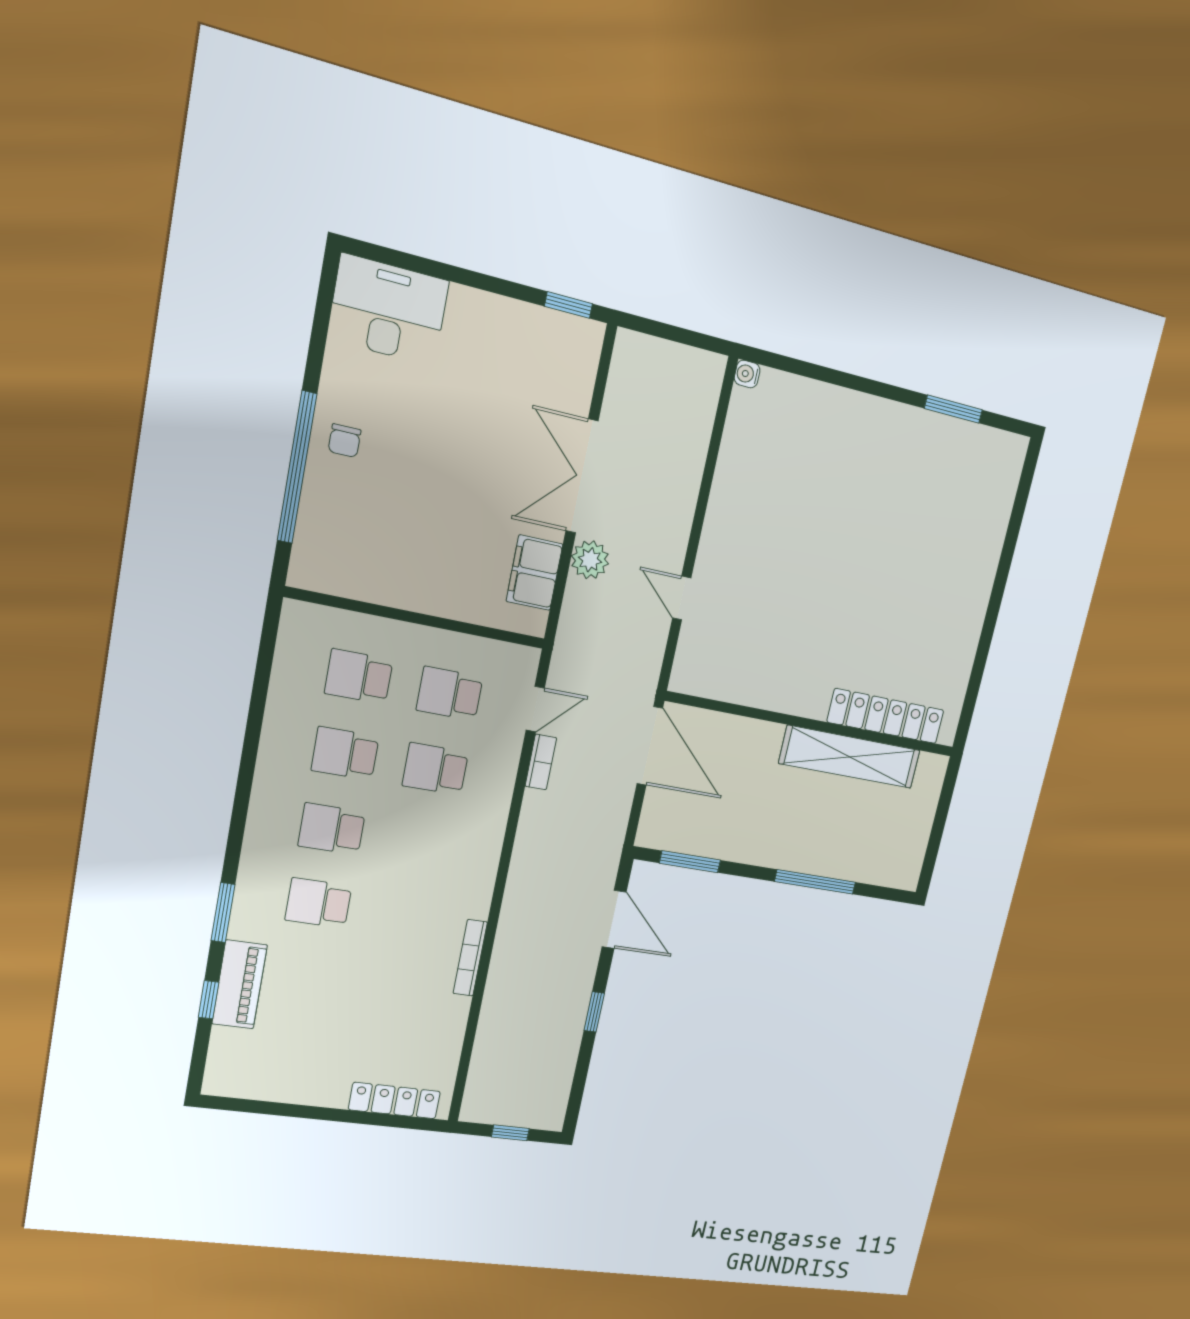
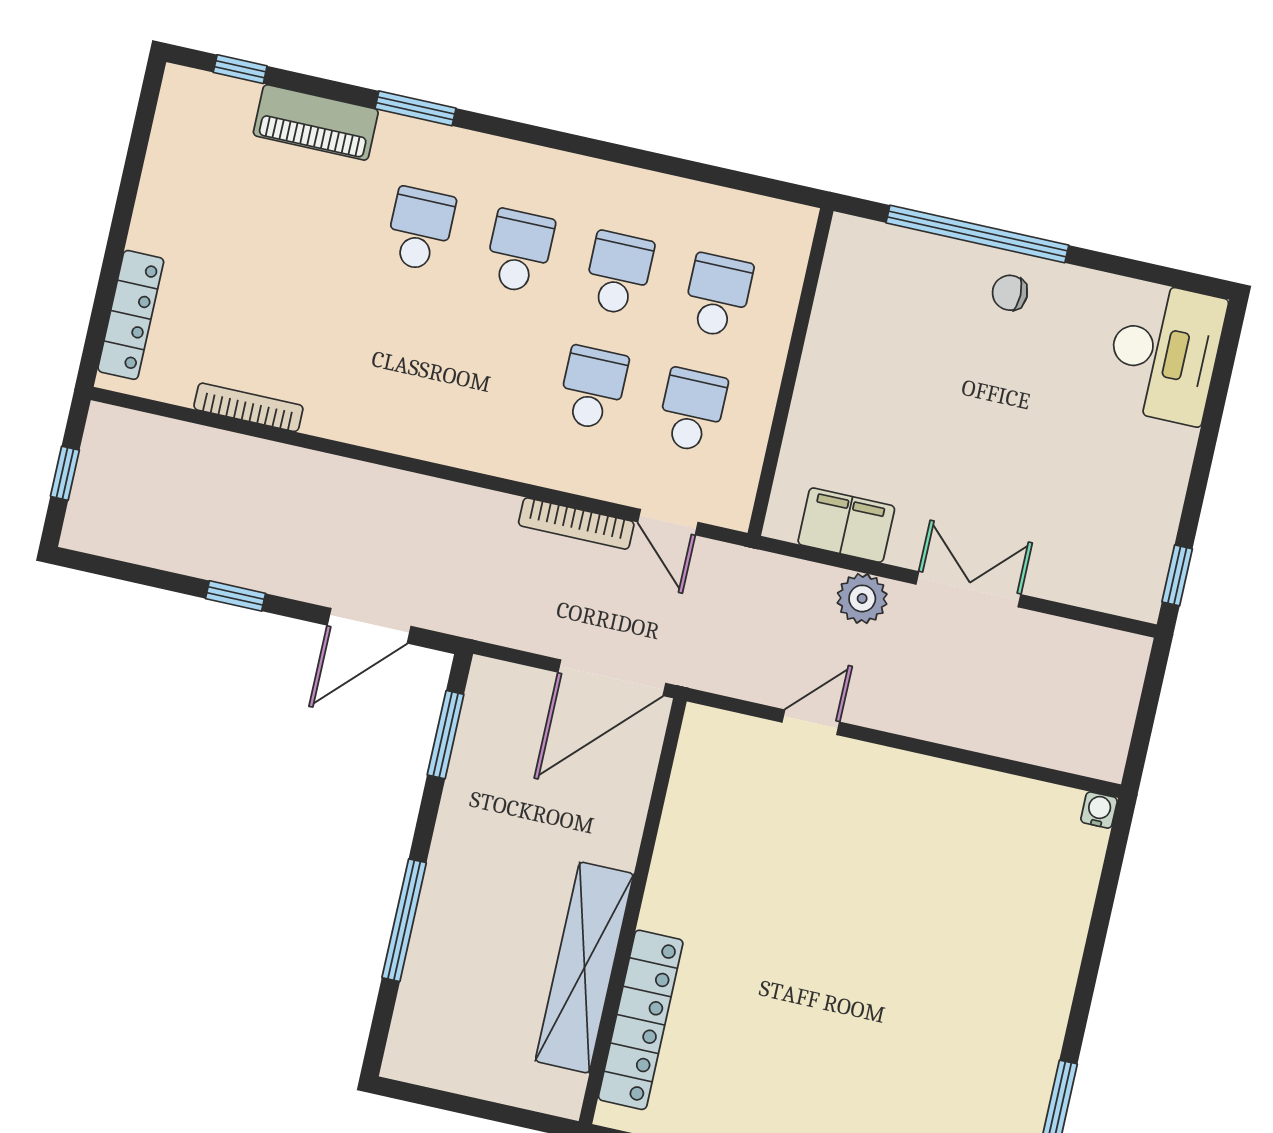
double door: (582, 476) -> (968, 589), width x0.73
bookcase: (541, 762) -> (576, 524), width x1.56
bookcase: (470, 958) -> (248, 407), moved
window: (209, 1000) -> (240, 69), moved

